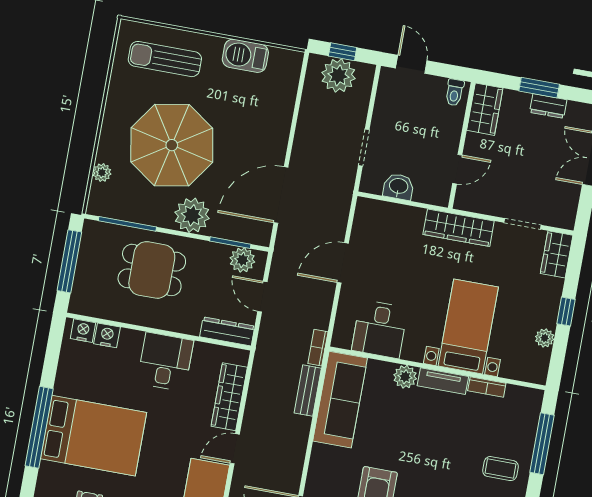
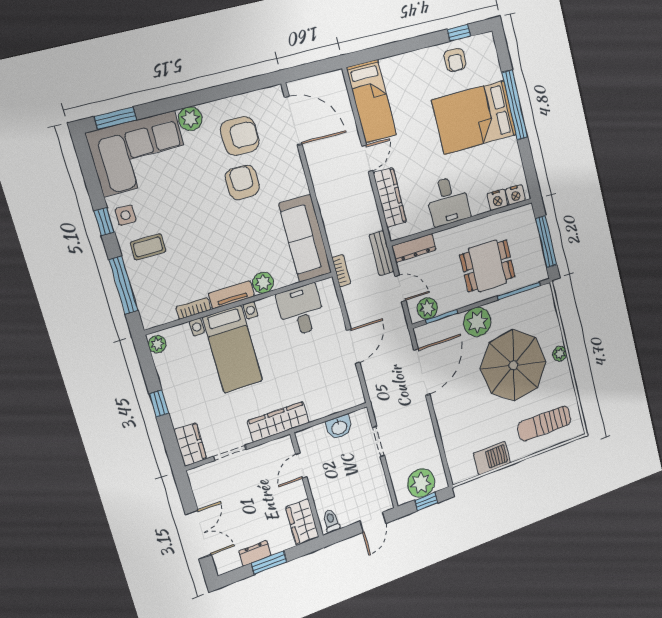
sun lounger: (165, 59) -> (544, 423), turned 180
door: (411, 64) -> (373, 522), hinge flipped
plant: (102, 173) -> (560, 354), moved
plant: (545, 338) -> (157, 344), moved
bench: (308, 391) -> (382, 253), moved

